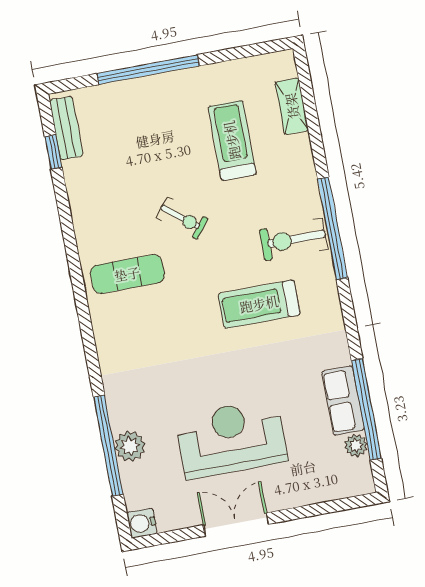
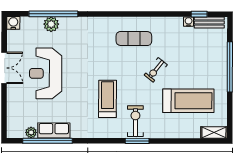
shelving: (292, 106) -> (214, 132), moved
treadmill: (232, 140) -> (188, 101), width x1.37, depth x1.38
water cooler: (72, 170) -> (189, 22), added
window: (333, 228) -> (137, 141), width x0.47
exercise mat: (127, 274) -> (134, 39), turned 90
reception desk: (231, 439) -> (46, 73), turned 180

